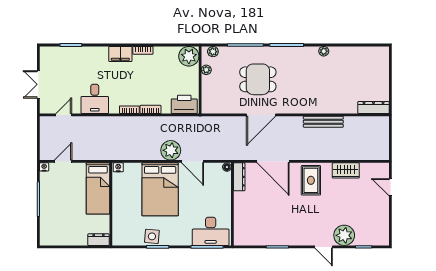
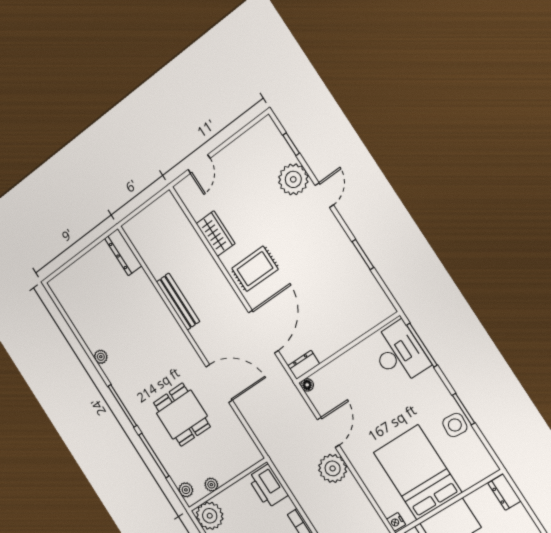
dresser: (239, 177) -> (304, 365), width x0.70
bed: (160, 189) -> (417, 472), moved, turned -90

